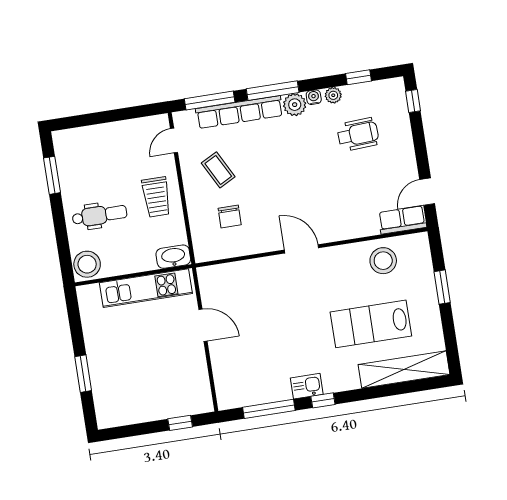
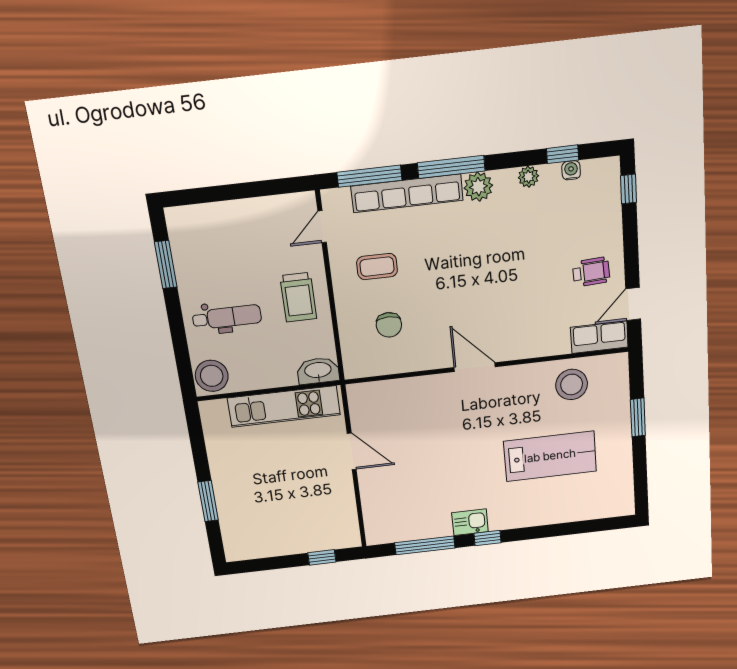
water cooler: (314, 97) -> (571, 170), moved
wheelchair: (358, 134) -> (591, 272), moved, width x0.73, depth x0.73
coffee table: (218, 170) -> (377, 267), turned -62
lab bench: (371, 324) -> (550, 456), turned 180
shelving: (404, 370) -> (583, 508), removed

